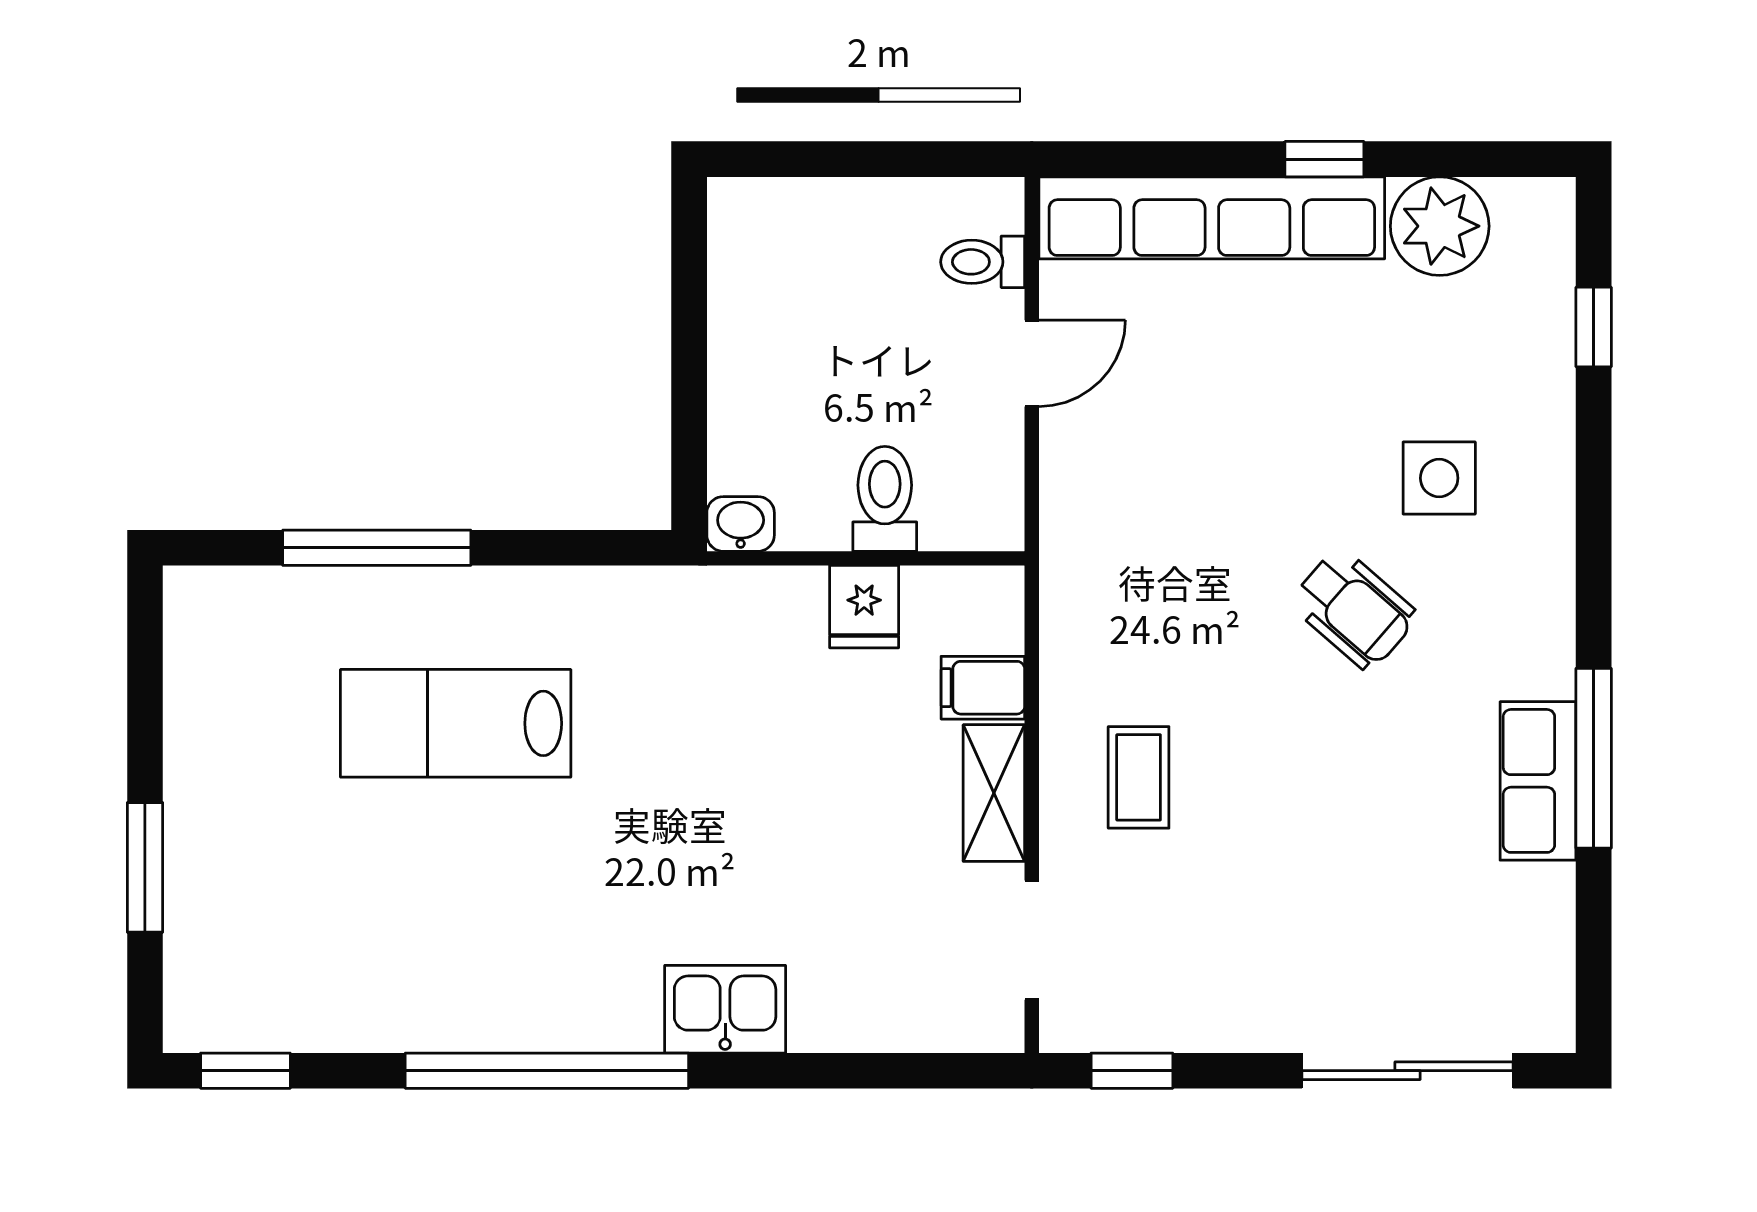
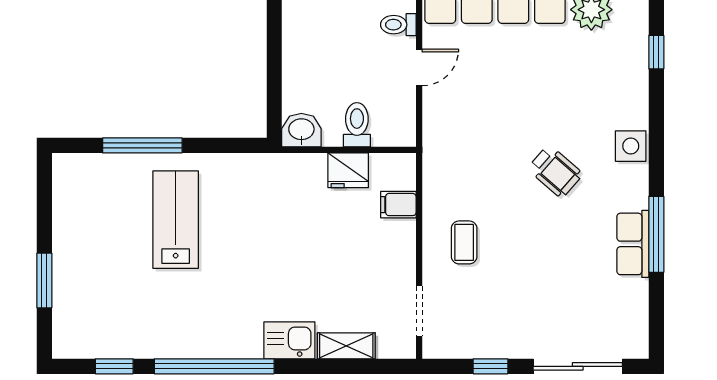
side table: (1439, 478) -> (631, 146), moved
washbasin: (741, 524) -> (301, 130), width x1.38, depth x1.45
fridge: (864, 607) -> (348, 170), width x1.38
lab bench: (456, 723) -> (176, 220), turned 90
shelving: (994, 793) -> (346, 346), moved, turned 90
window: (245, 1071) -> (114, 366), moved
window: (1132, 1071) -> (491, 366), moved

